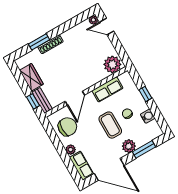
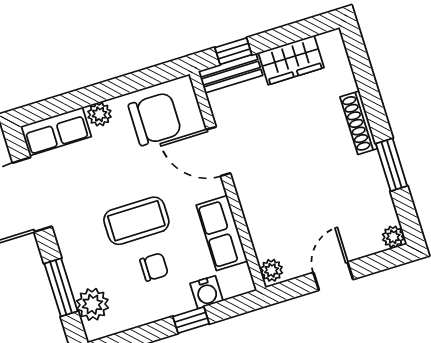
door: (107, 27) -> (333, 276), moved
window: (39, 42) -> (392, 165), moved
plant: (112, 64) -> (272, 270), width x0.53, depth x0.53
water cooler: (148, 116) -> (207, 292), moved
chair: (67, 127) -> (155, 119), turned -90
plant: (129, 146) -> (92, 304), moved

